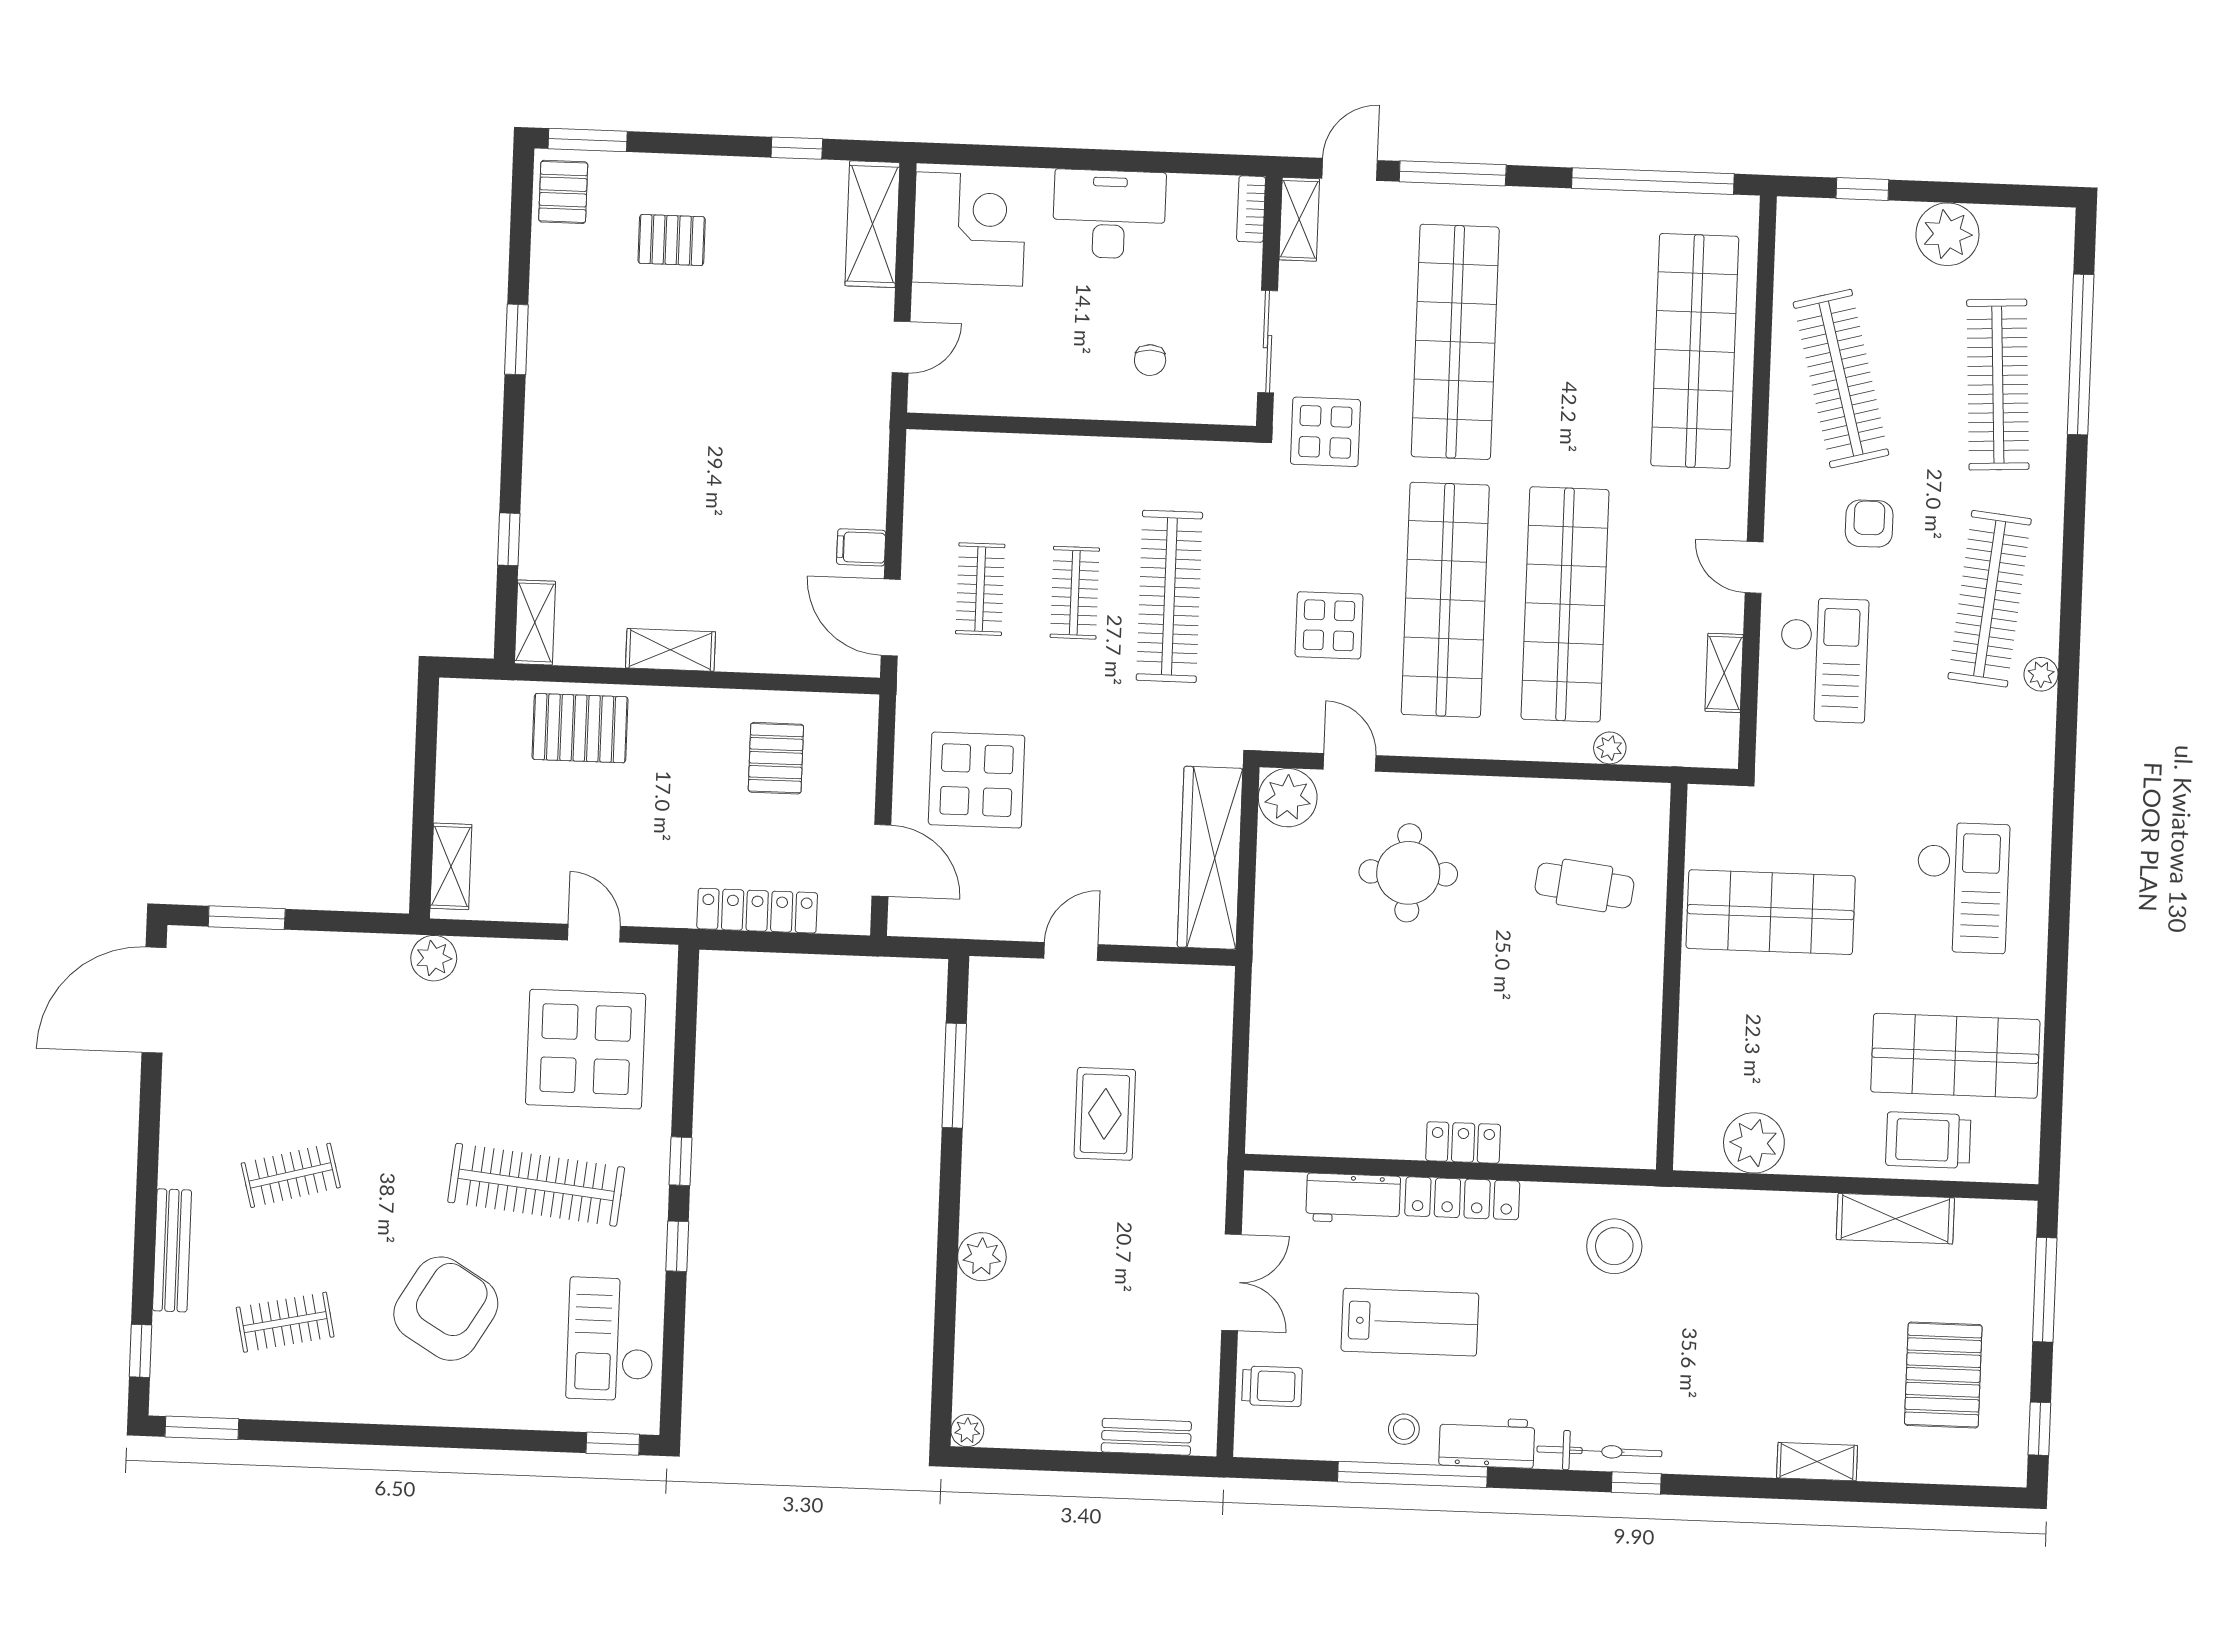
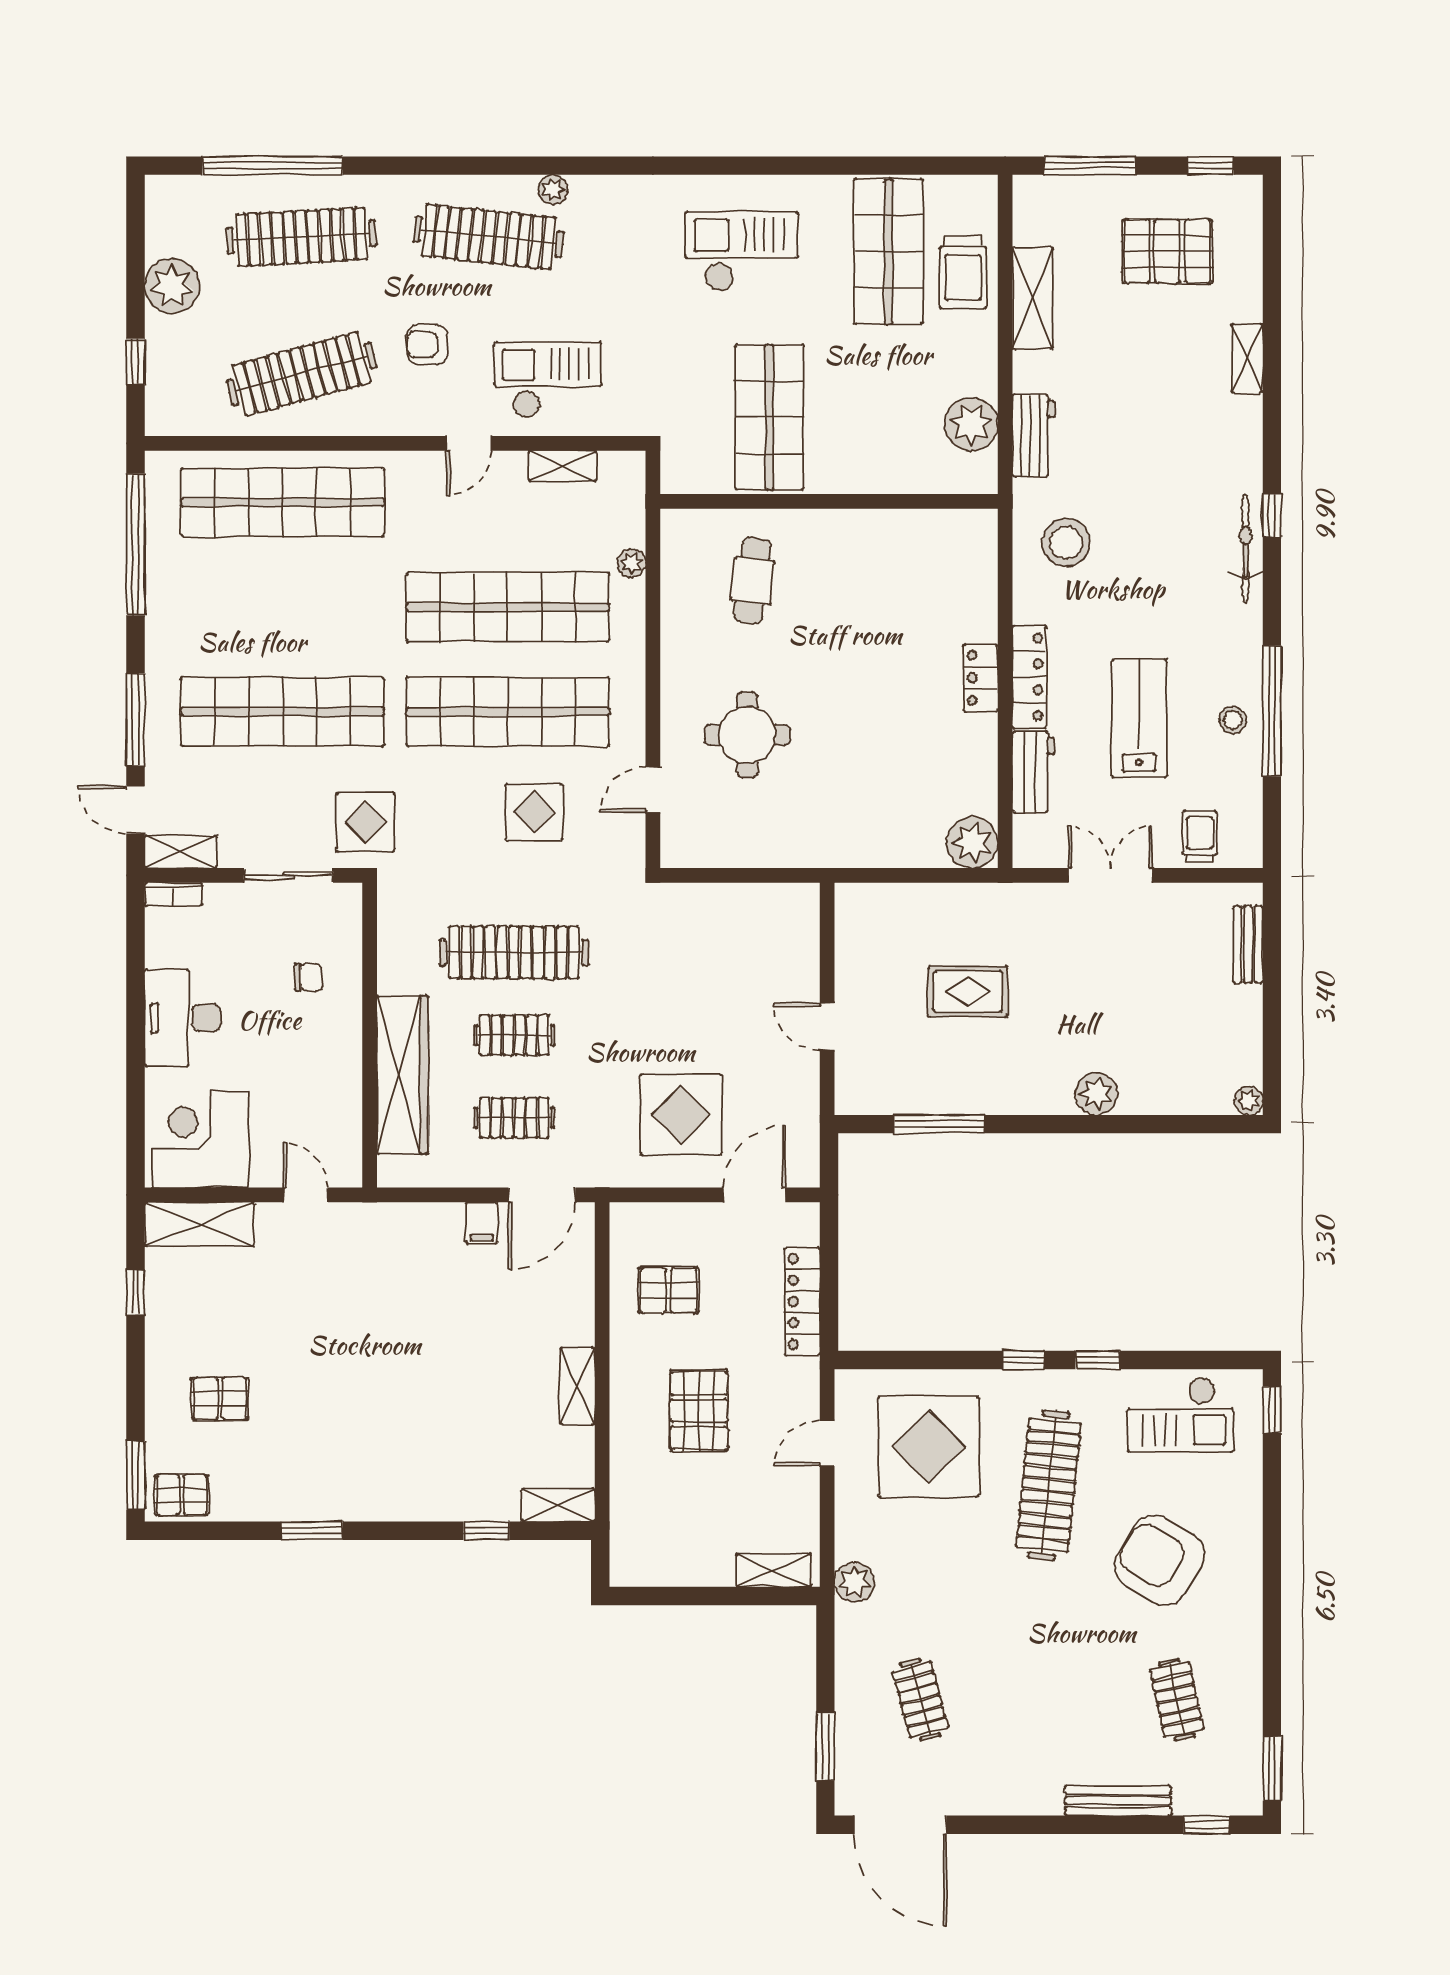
pallet: (672, 240) -> (220, 1399), turned 90
pallet: (580, 728) -> (699, 1411), moved
plant: (1288, 798) -> (972, 843), moved
wardrobe: (1210, 858) -> (403, 1075), moved, turned -90
clothes rail: (291, 1175) -> (920, 1700), moved
workbench: (1487, 1442) -> (1034, 435), moved, turned 180

